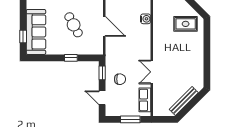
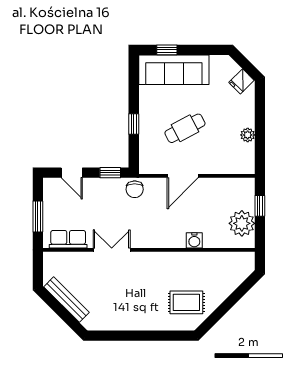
rug: (186, 24) -> (186, 302), turned 90
chair: (120, 79) -> (135, 189), moved
door: (102, 98) -> (72, 173), swing flipped

